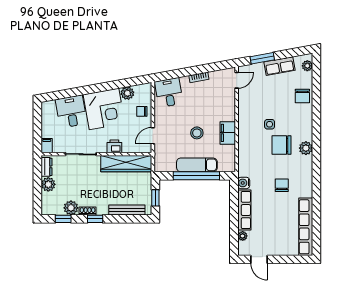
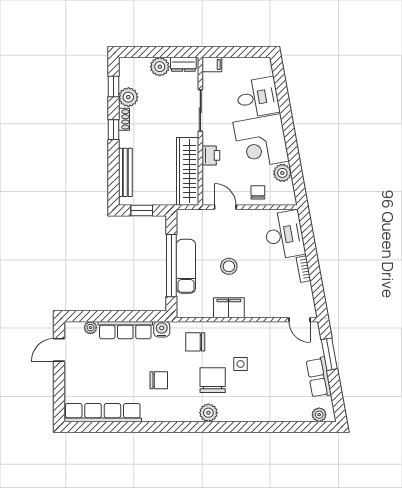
desk: (169, 93) -> (284, 235), width x1.37
chair: (302, 96) -> (195, 342), moved

